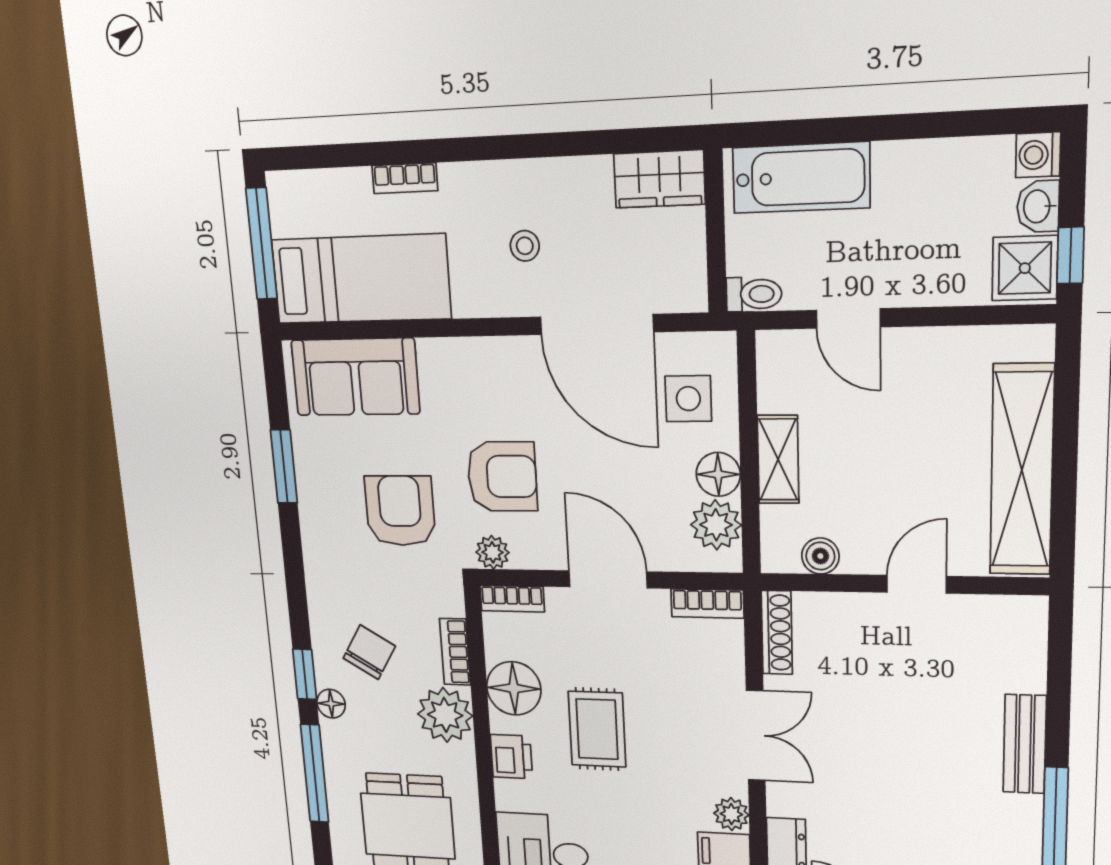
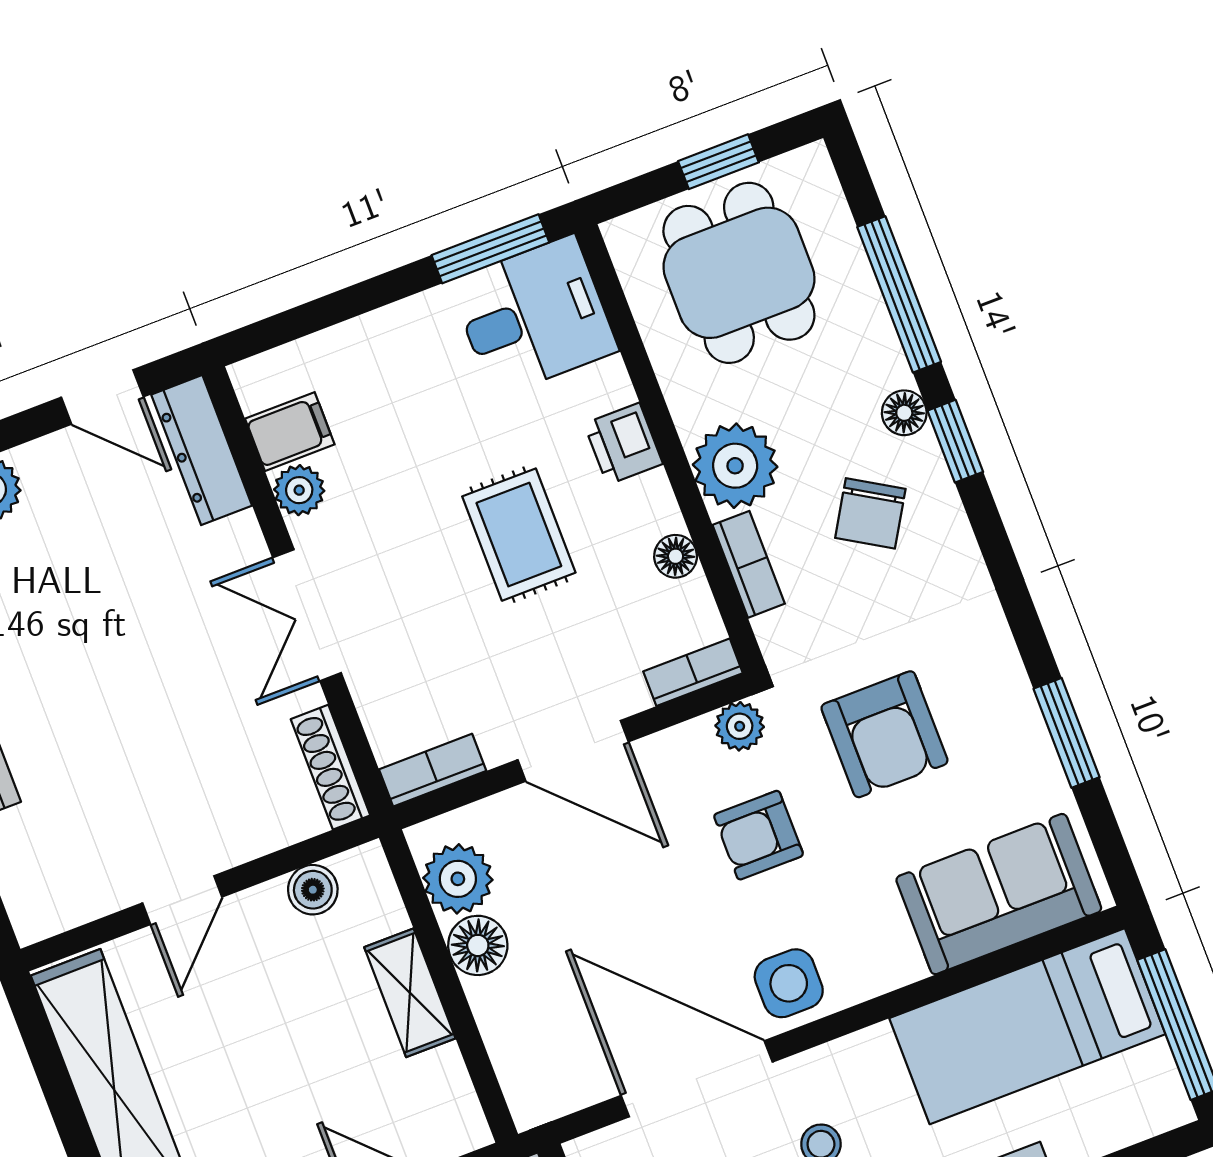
side table: (688, 399) -> (789, 983), moved
armchair: (502, 476) -> (759, 835), width x0.72, depth x0.72
floor lamp: (514, 688) -> (676, 556), width x0.53, depth x0.53

